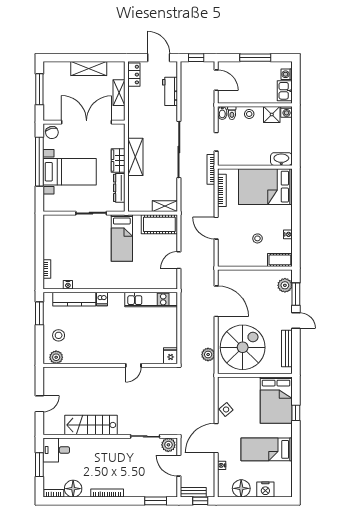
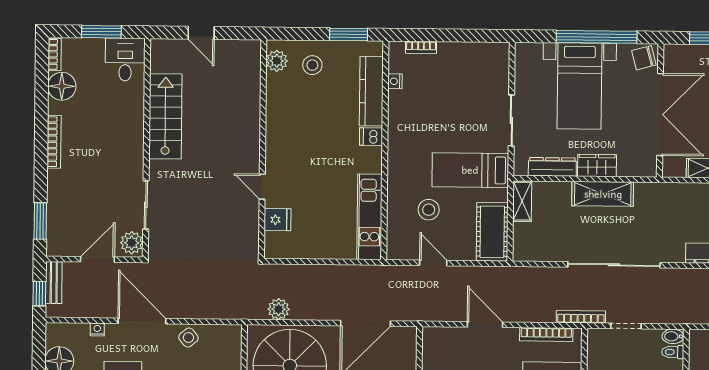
shelving: (165, 206) -> (522, 201), moved
door: (216, 228) -> (485, 325), hinge flipped
stool: (146, 263) -> (429, 210), added
fridge: (171, 356) -> (278, 220), moved

